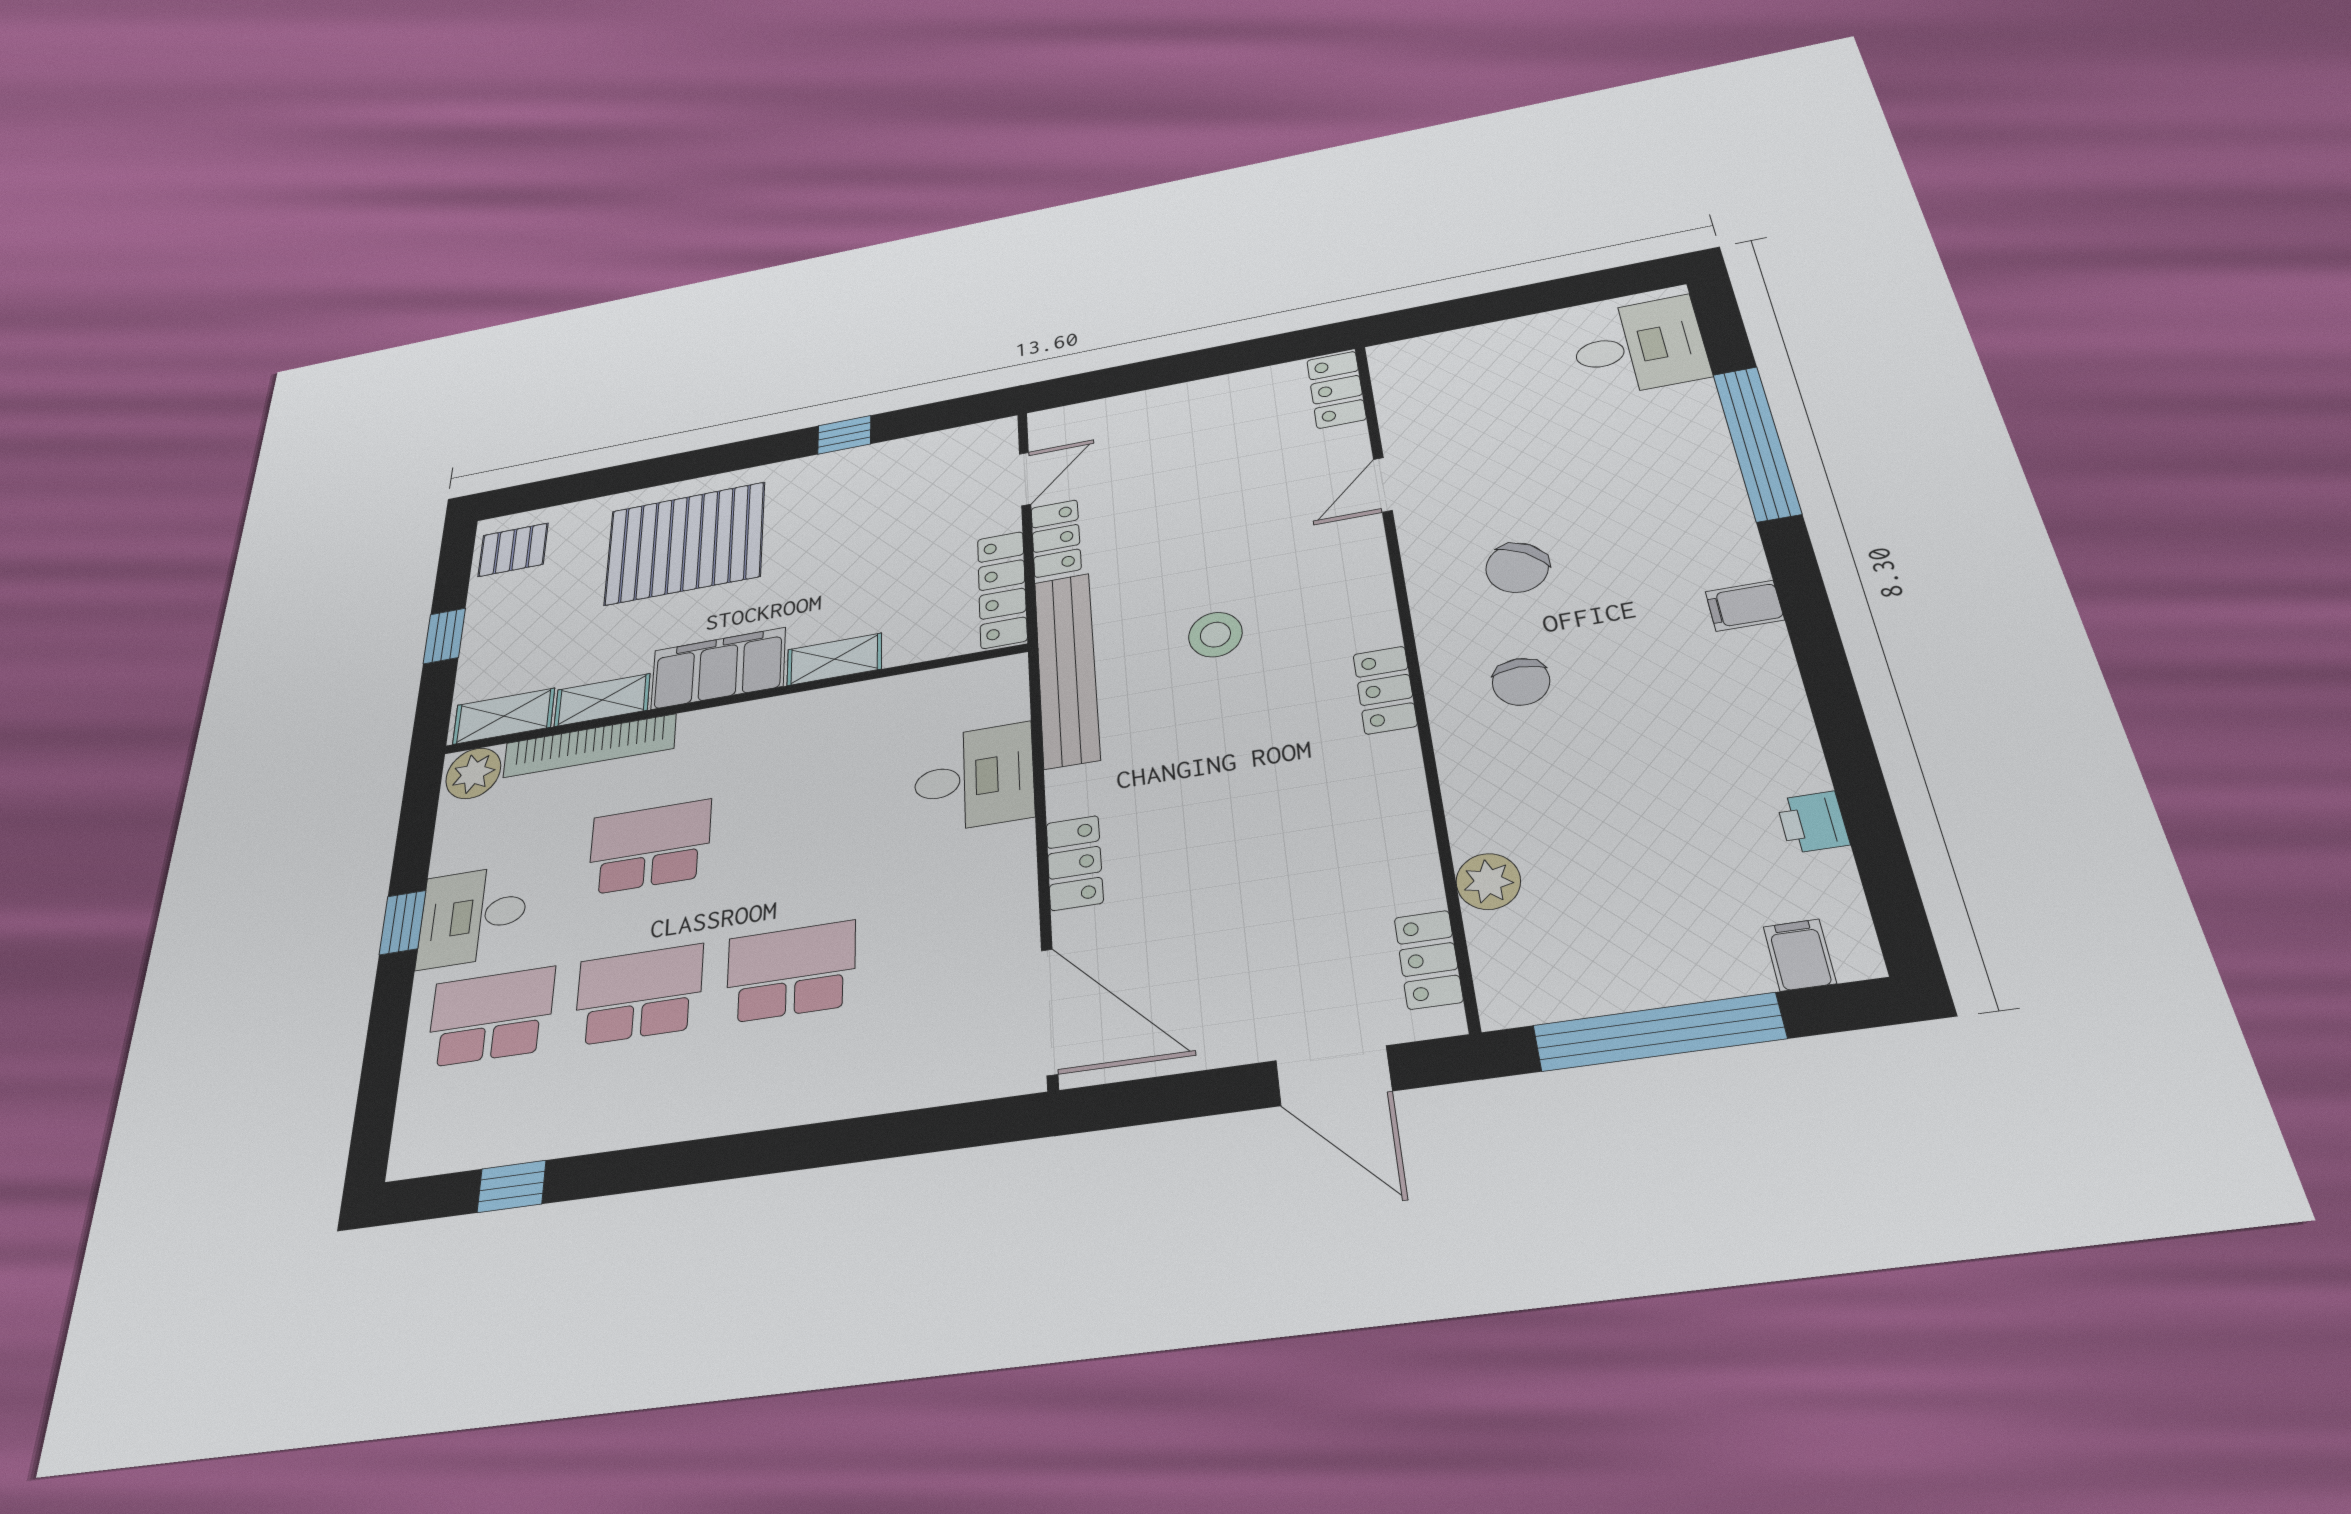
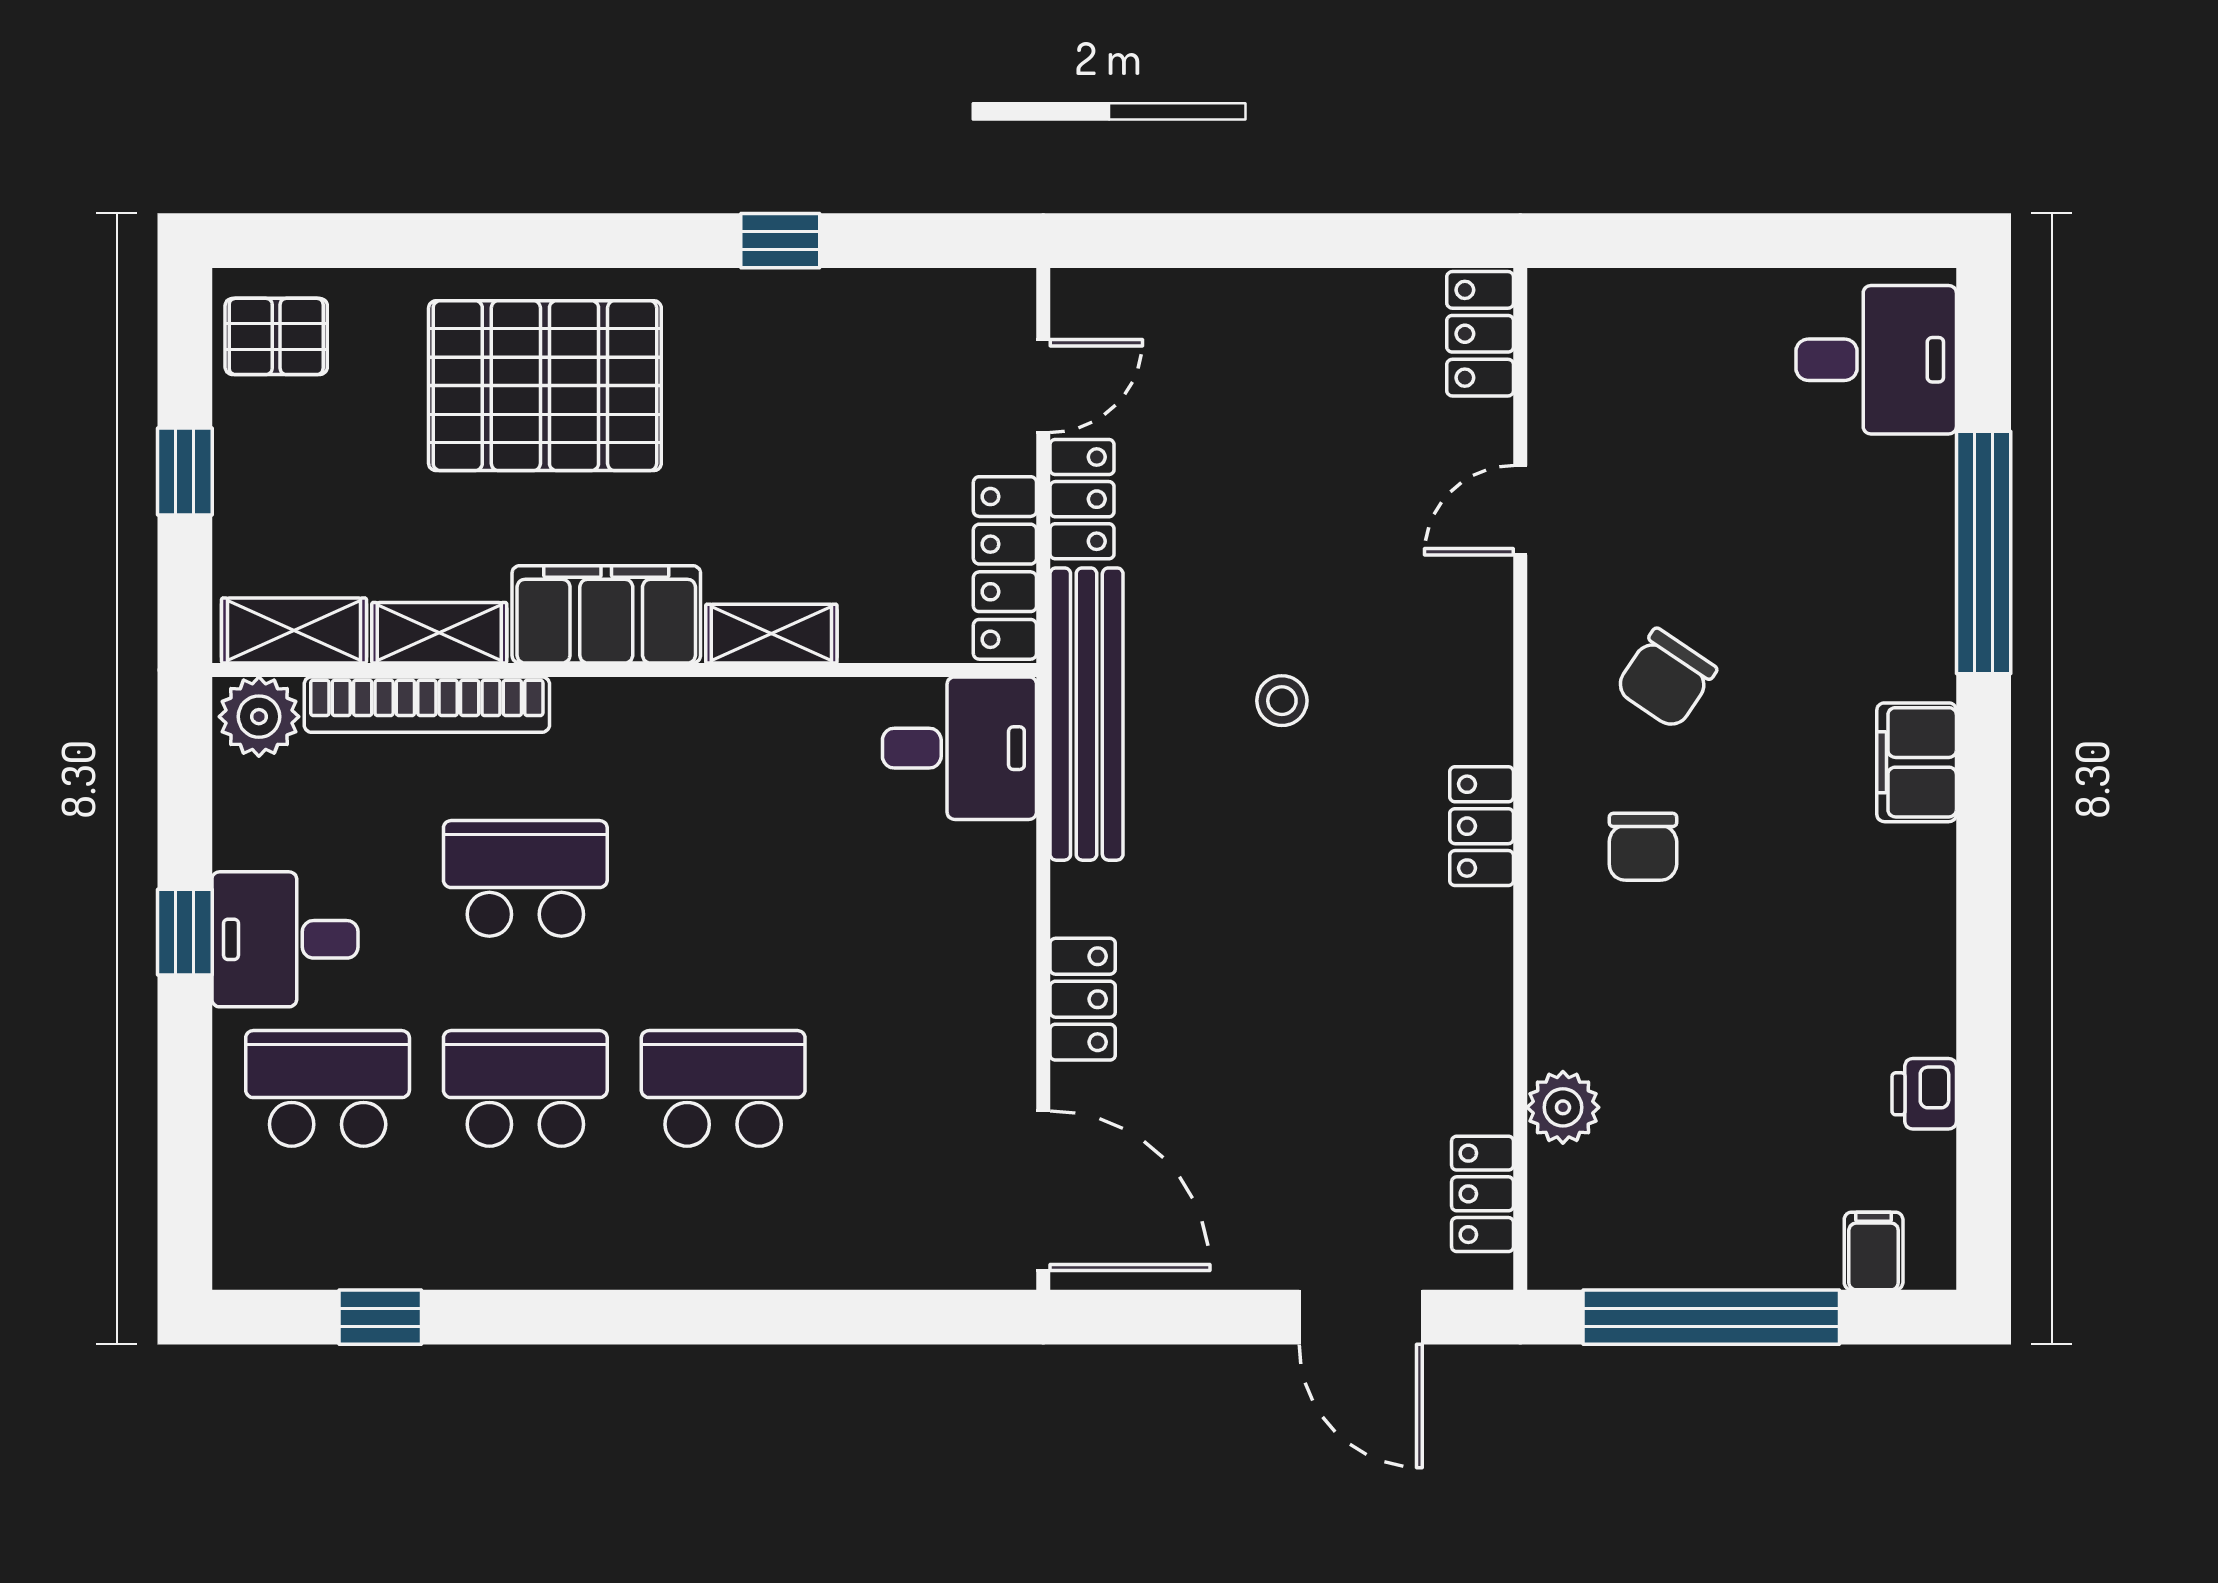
filing cabinet: (1745, 606) -> (1917, 762), width x2.00
stool: (1215, 635) -> (1282, 701), width x0.73, depth x0.73
desk: (974, 778) -> (959, 748), moved

